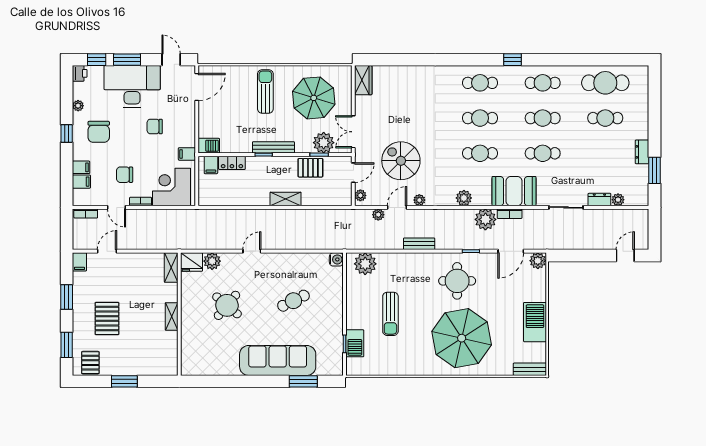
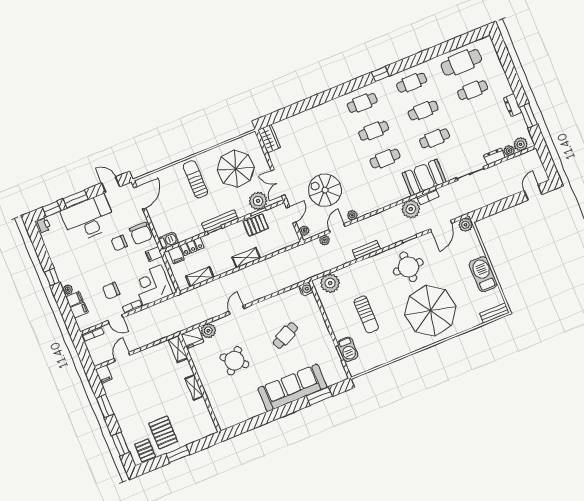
plant: (78, 106) -> (68, 290), moved
chair: (99, 132) -> (141, 233), moved
plant: (464, 198) -> (521, 144), moved
shelving: (227, 199) -> (200, 277), added
pallet: (107, 319) -> (163, 432), moved

